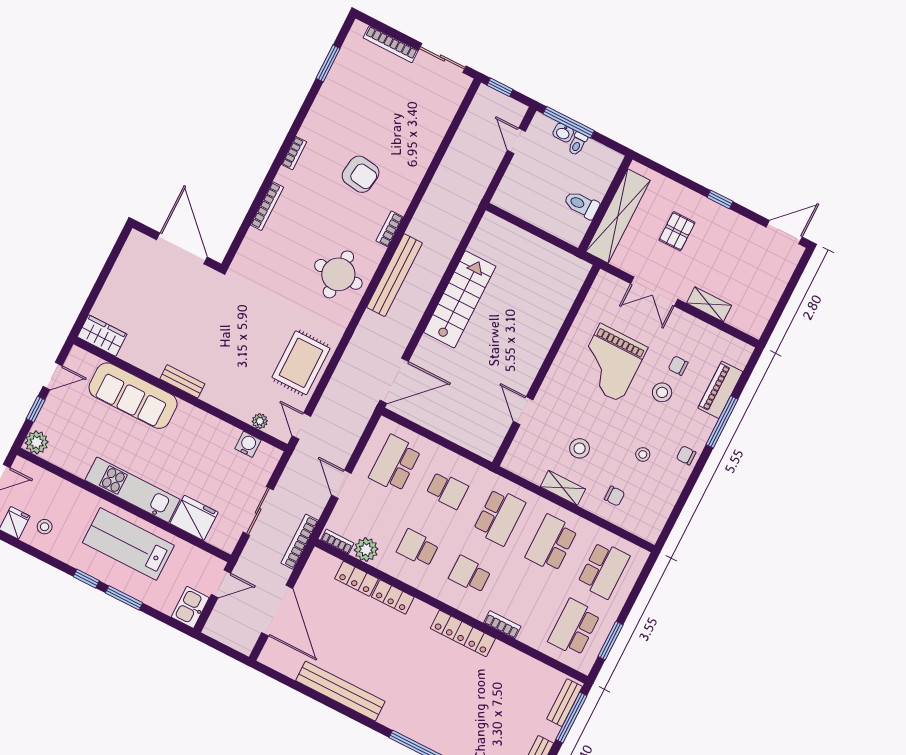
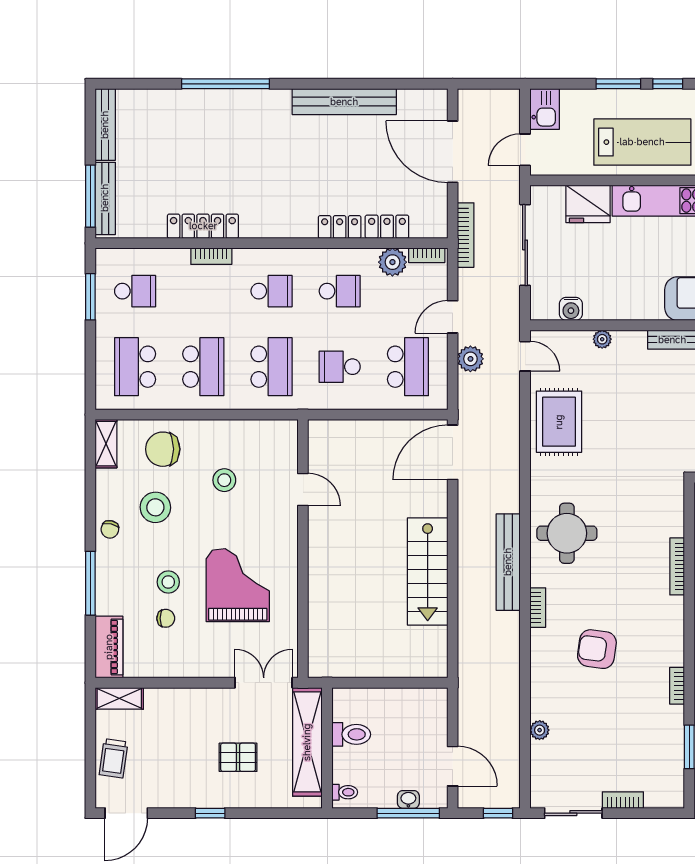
bookcase: (391, 44) -> (623, 800), width x0.64
plant: (436, 135) -> (540, 730), added
door: (516, 141) -> (453, 766), width x1.38
toilet: (577, 144) -> (345, 792), moved, turned 90
bookcase: (294, 153) -> (677, 686), moved
pallet: (677, 231) -> (238, 757), turned 90
trolley: (773, 279) -> (114, 758), added
double door: (654, 291) -> (264, 683), moved
shelving: (709, 304) -> (119, 698), moved
piano: (720, 390) -> (109, 647), moved
plant: (260, 421) -> (602, 339), moved
plant: (344, 445) -> (470, 359), added
stool: (643, 454) -> (155, 507), width x1.89, depth x1.89
chair: (686, 455) -> (110, 529), turned 103
door: (341, 484) -> (453, 317), swing flipped
shelving: (563, 488) -> (106, 444), moved, turned 90
chair: (615, 496) -> (163, 449), width x1.87, depth x1.87
sliding door: (258, 511) -> (525, 245), width x1.37
school desk: (499, 517) -> (271, 367), turned 180
school desk: (574, 628) -> (135, 291), width x0.54
locker: (463, 633) -> (203, 226), moved
bench: (565, 703) -> (105, 198), width x1.36

